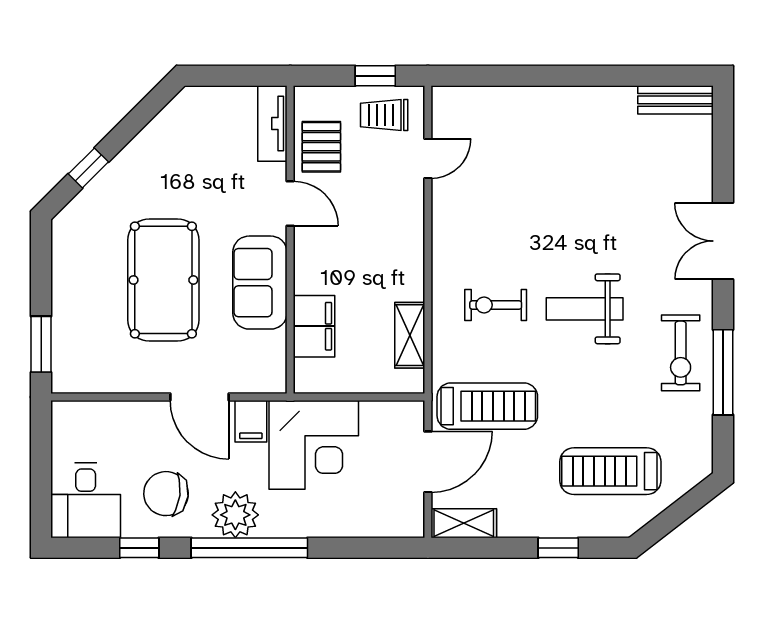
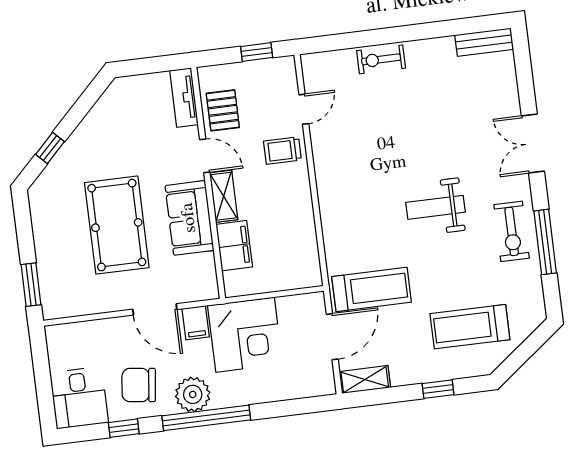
trolley: (384, 115) -> (282, 151), moved
exercise bike: (496, 305) -> (381, 59), moved
shelving: (410, 335) -> (224, 196), moved

